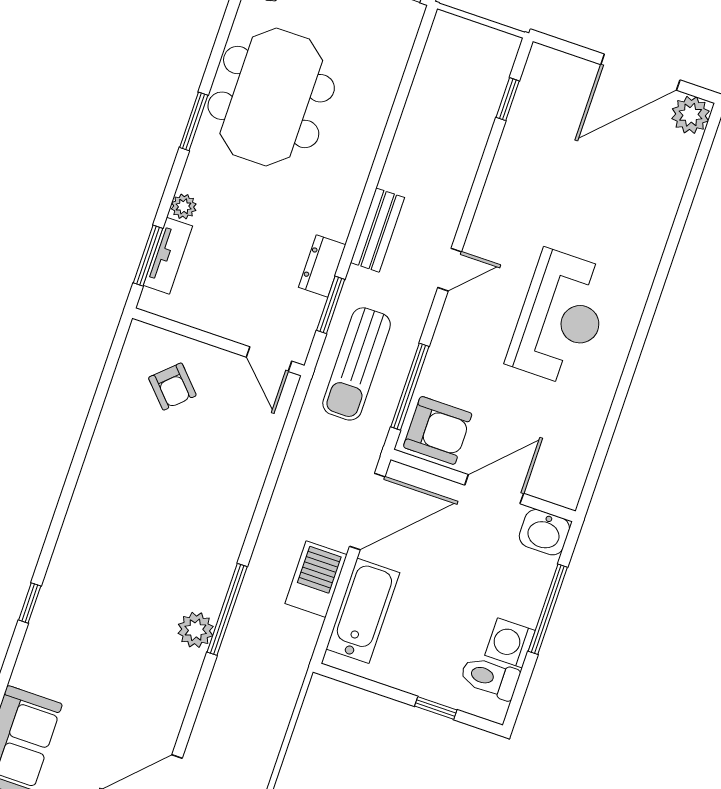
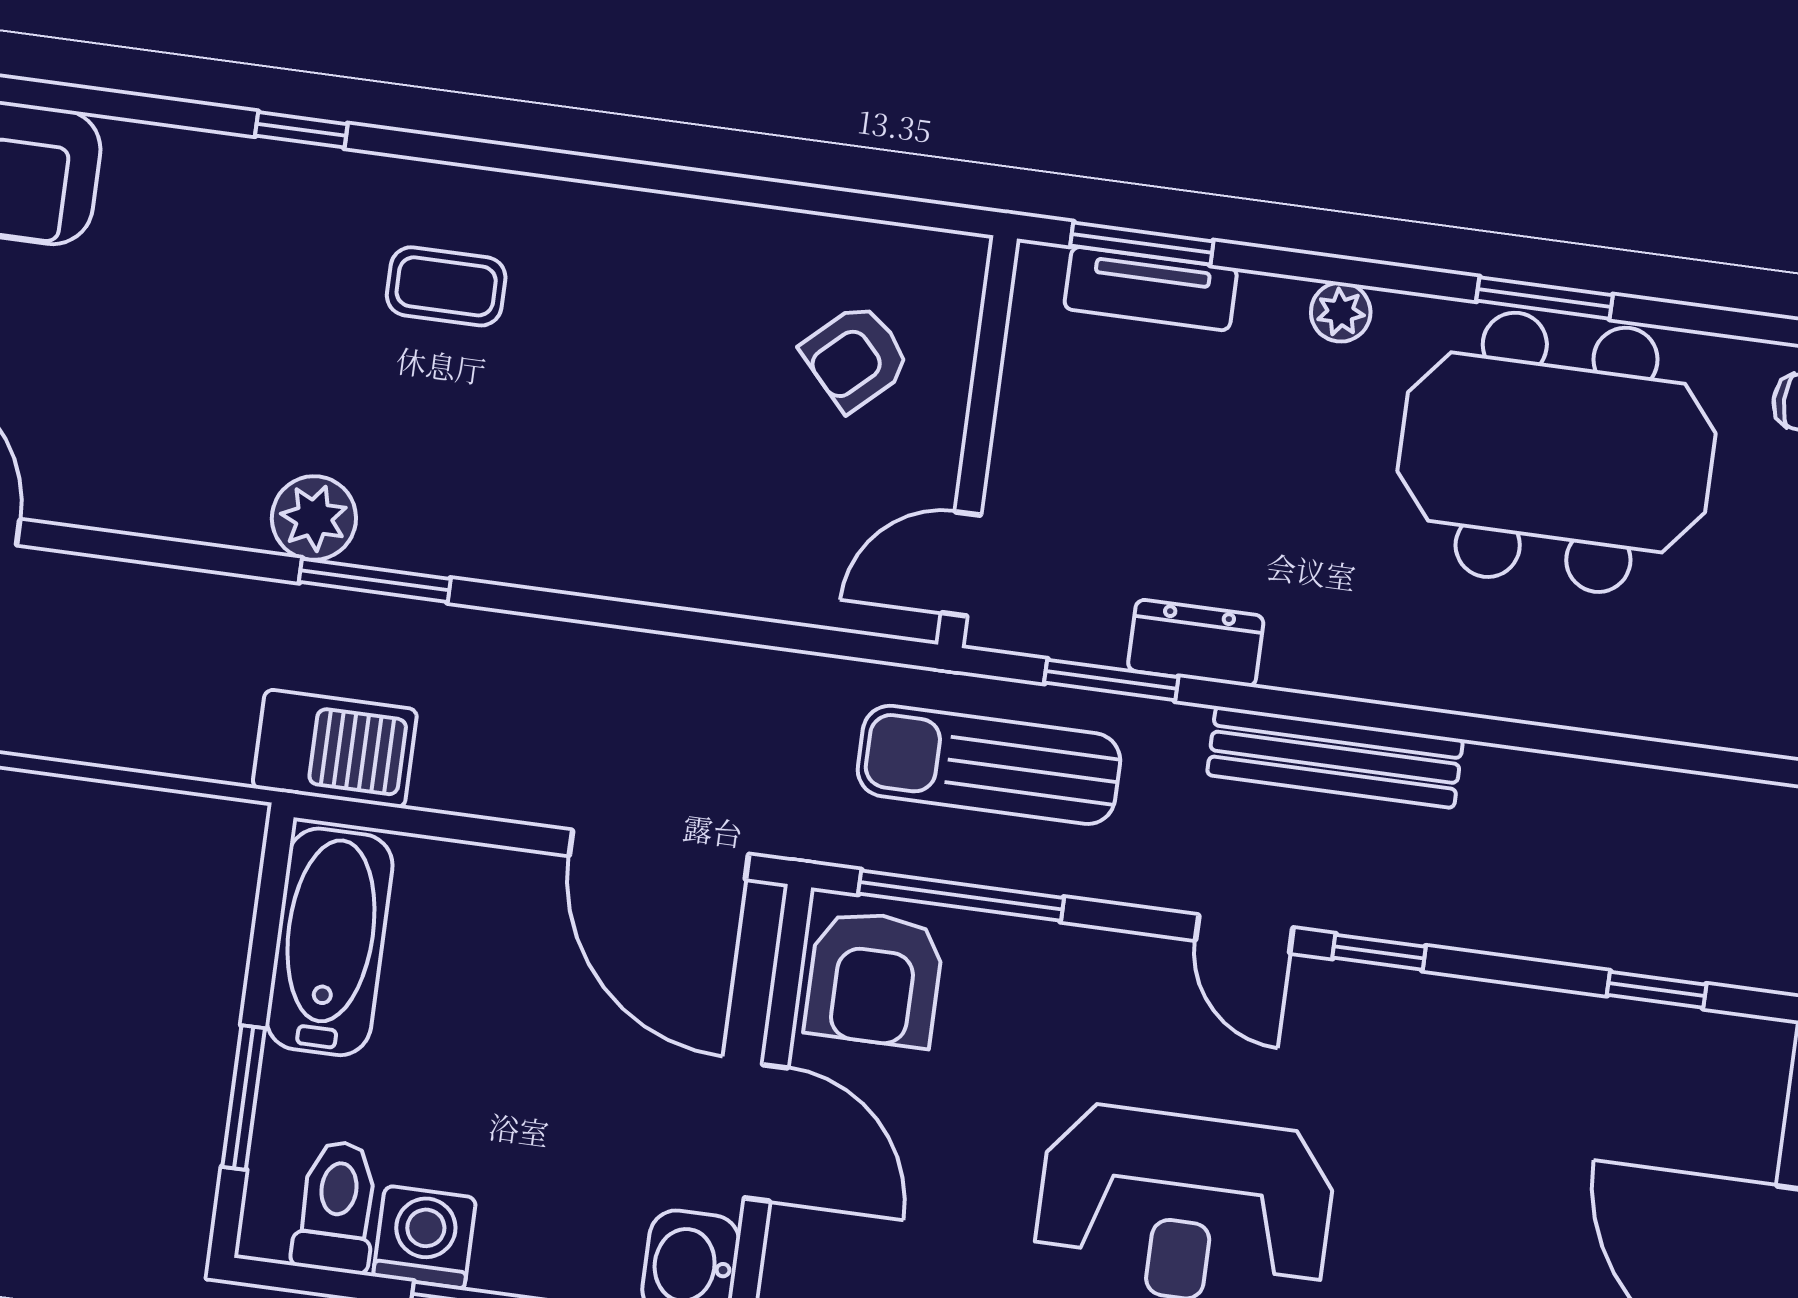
window: (194, 121) -> (1545, 298), moved
plant: (184, 206) -> (1341, 312), moved
window: (469, 214) -> (1379, 952), added
bench: (378, 230) -> (1335, 757), width x1.36
coffee table: (108, 555) -> (446, 286), added
barbecue: (316, 579) -> (335, 749), moved
window: (227, 609) -> (375, 580), width x0.69
bathtub: (363, 611) -> (329, 942), moved, turned -90
window: (436, 708) -> (244, 1098), width x1.50

